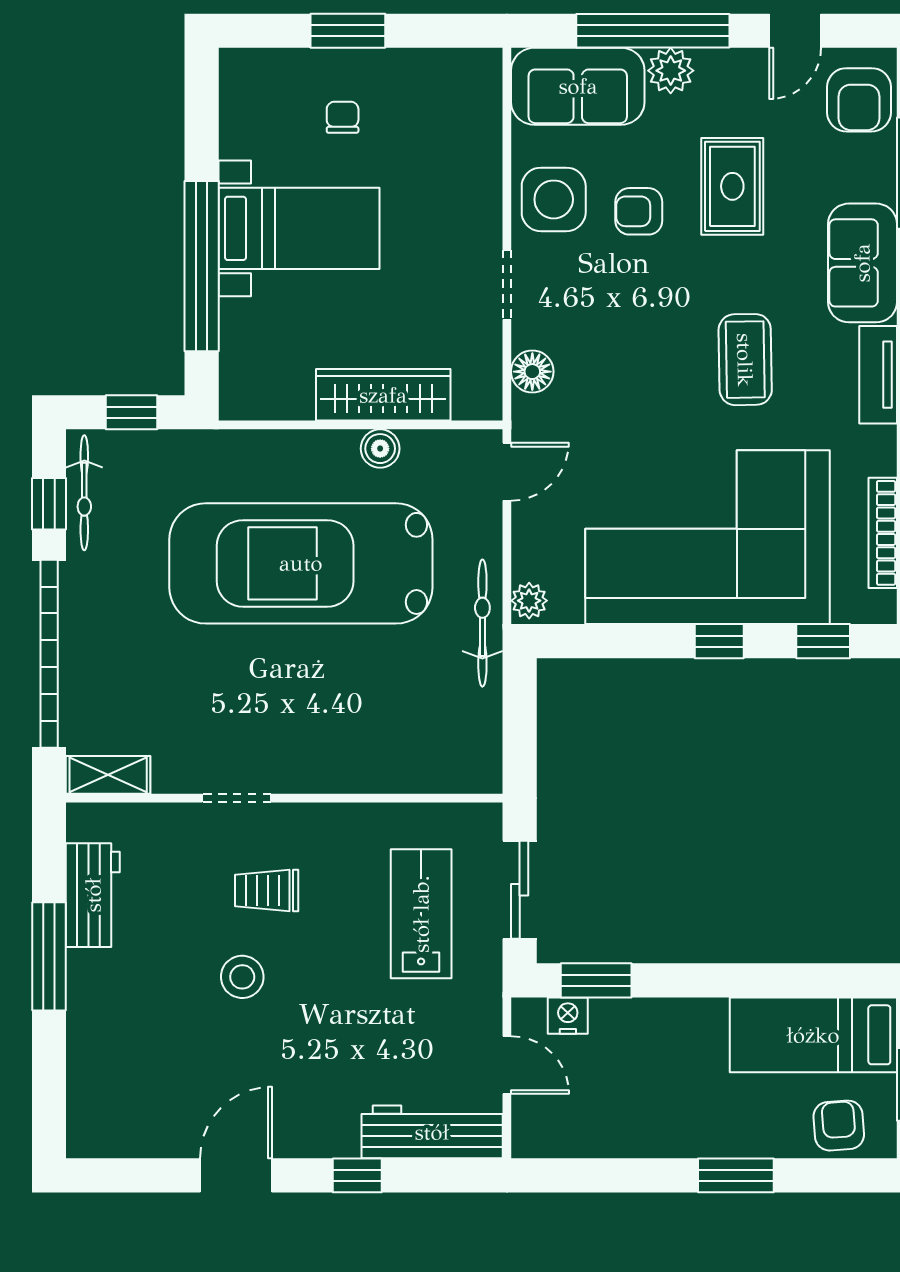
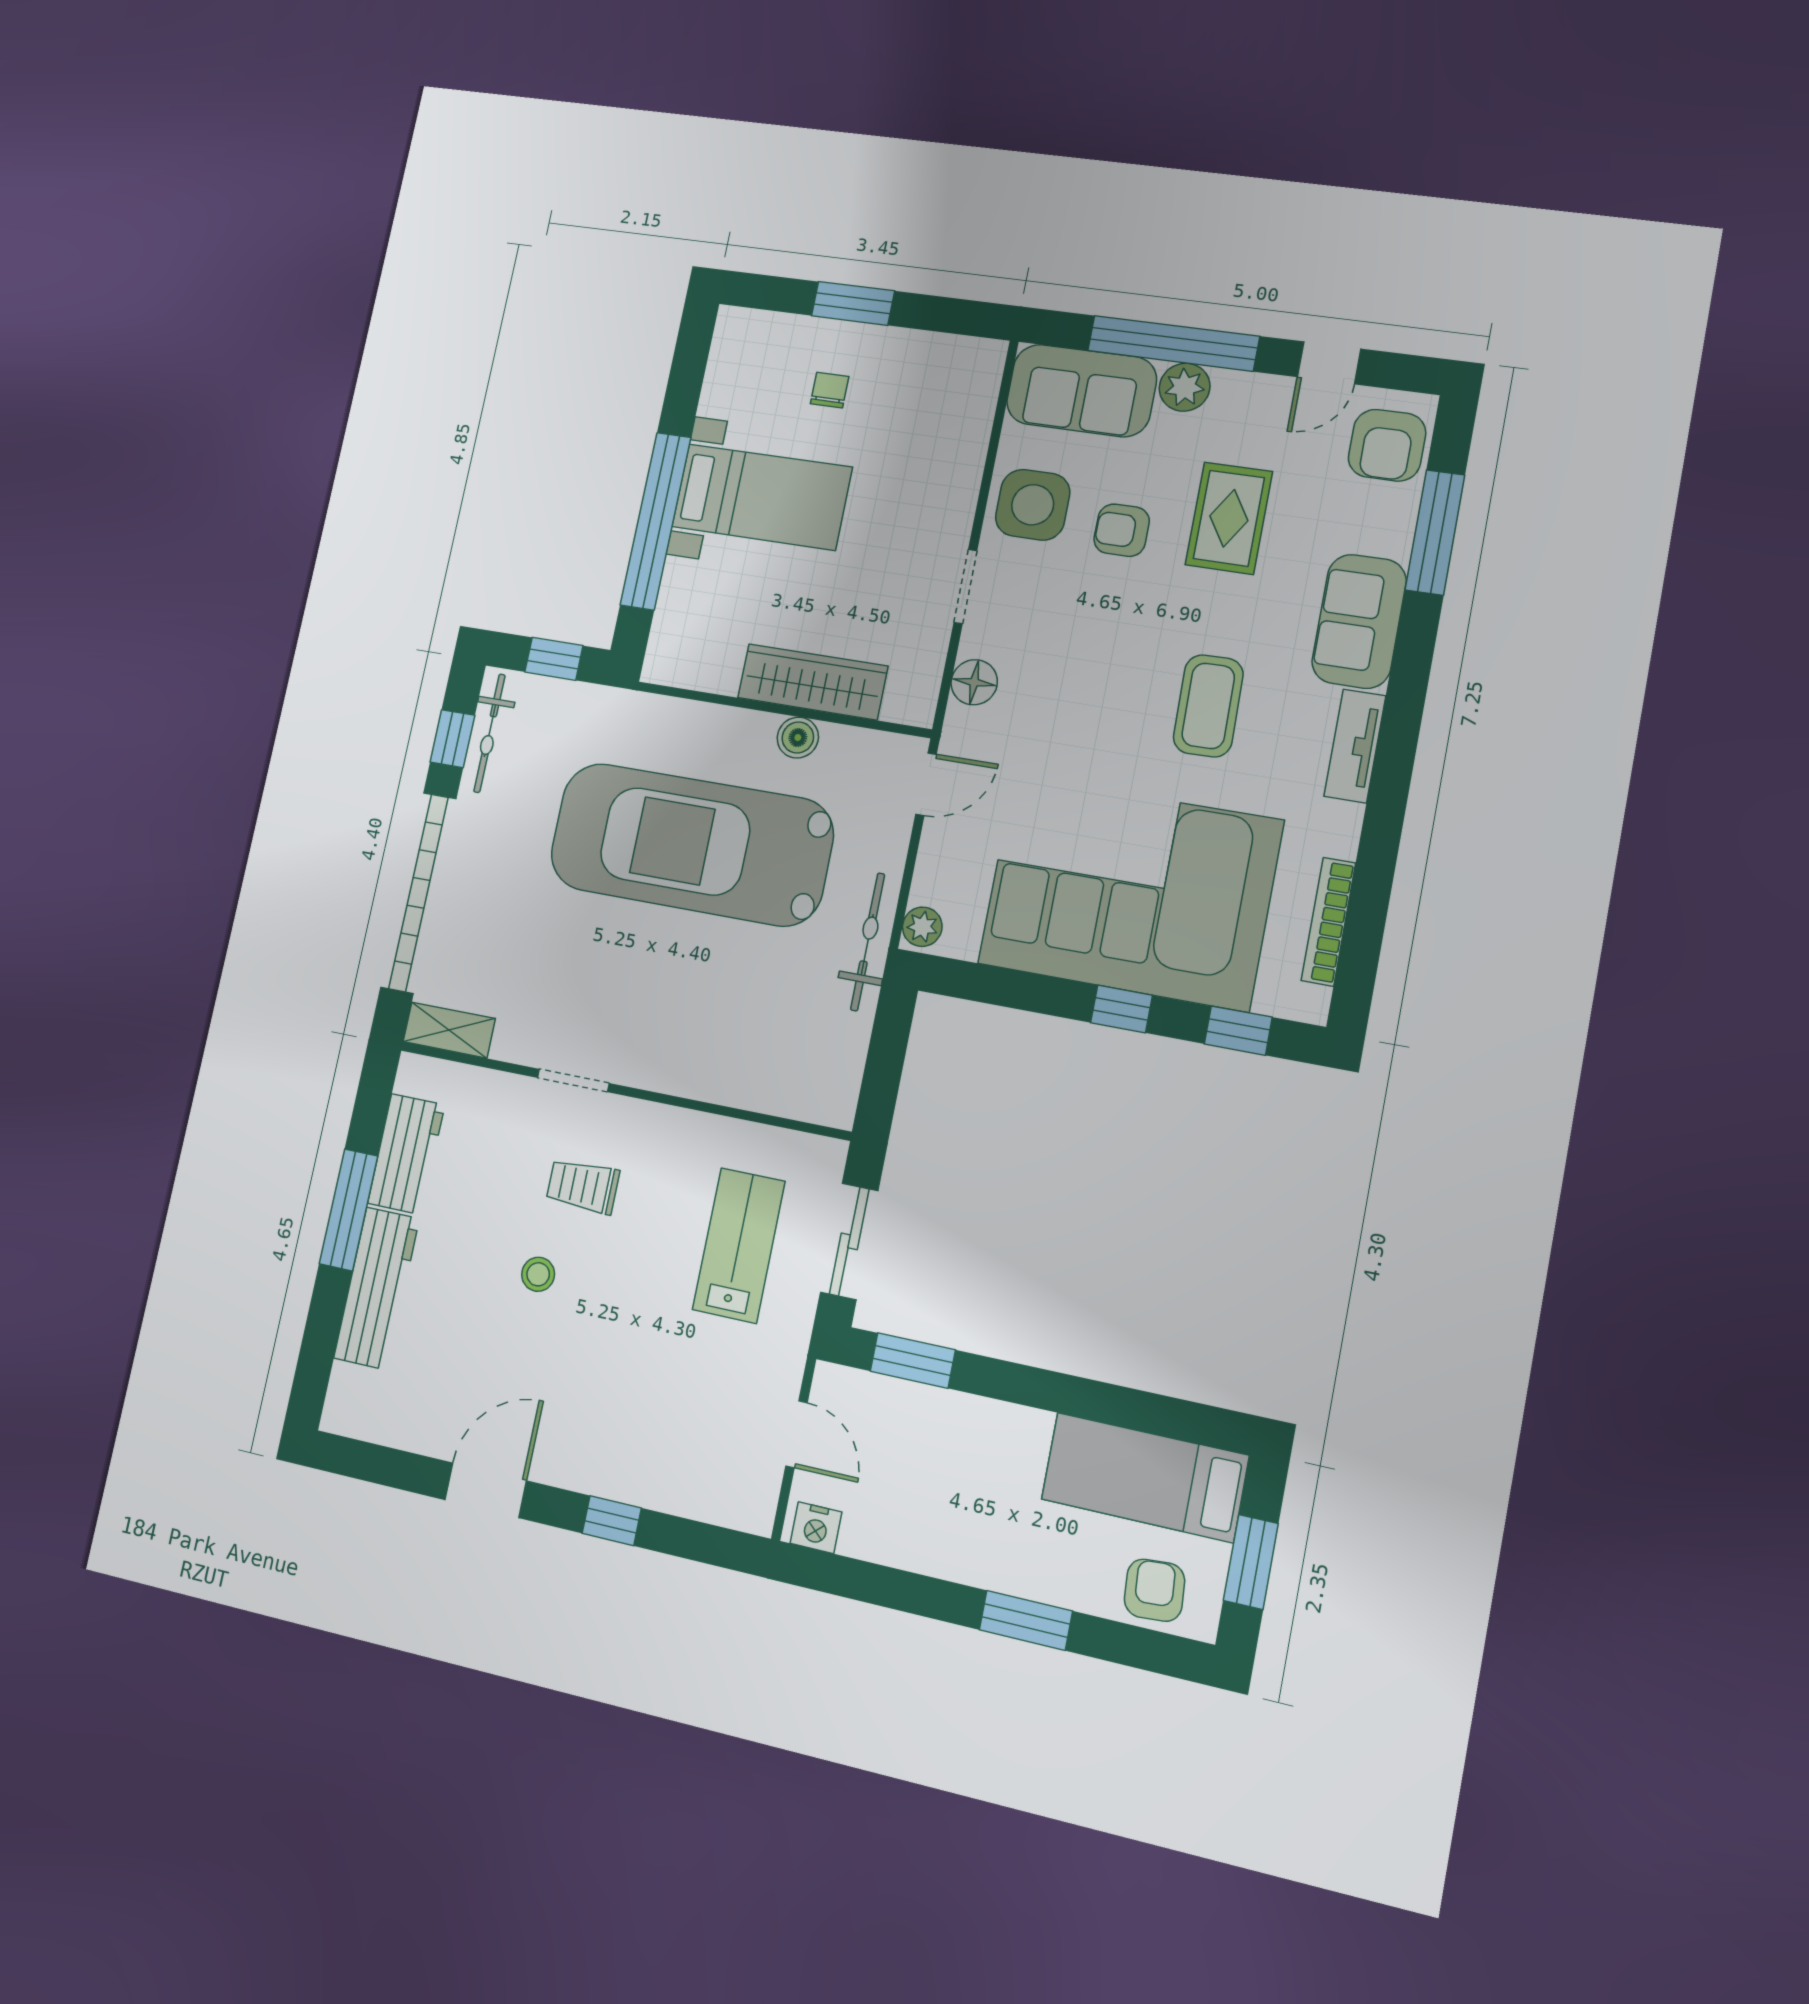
stool: (242, 977) -> (538, 1274), width x0.73, depth x0.73
nightstand: (568, 1016) -> (816, 1528), moved, turned 180
workbench: (432, 1132) -> (377, 1288), moved, turned 90

